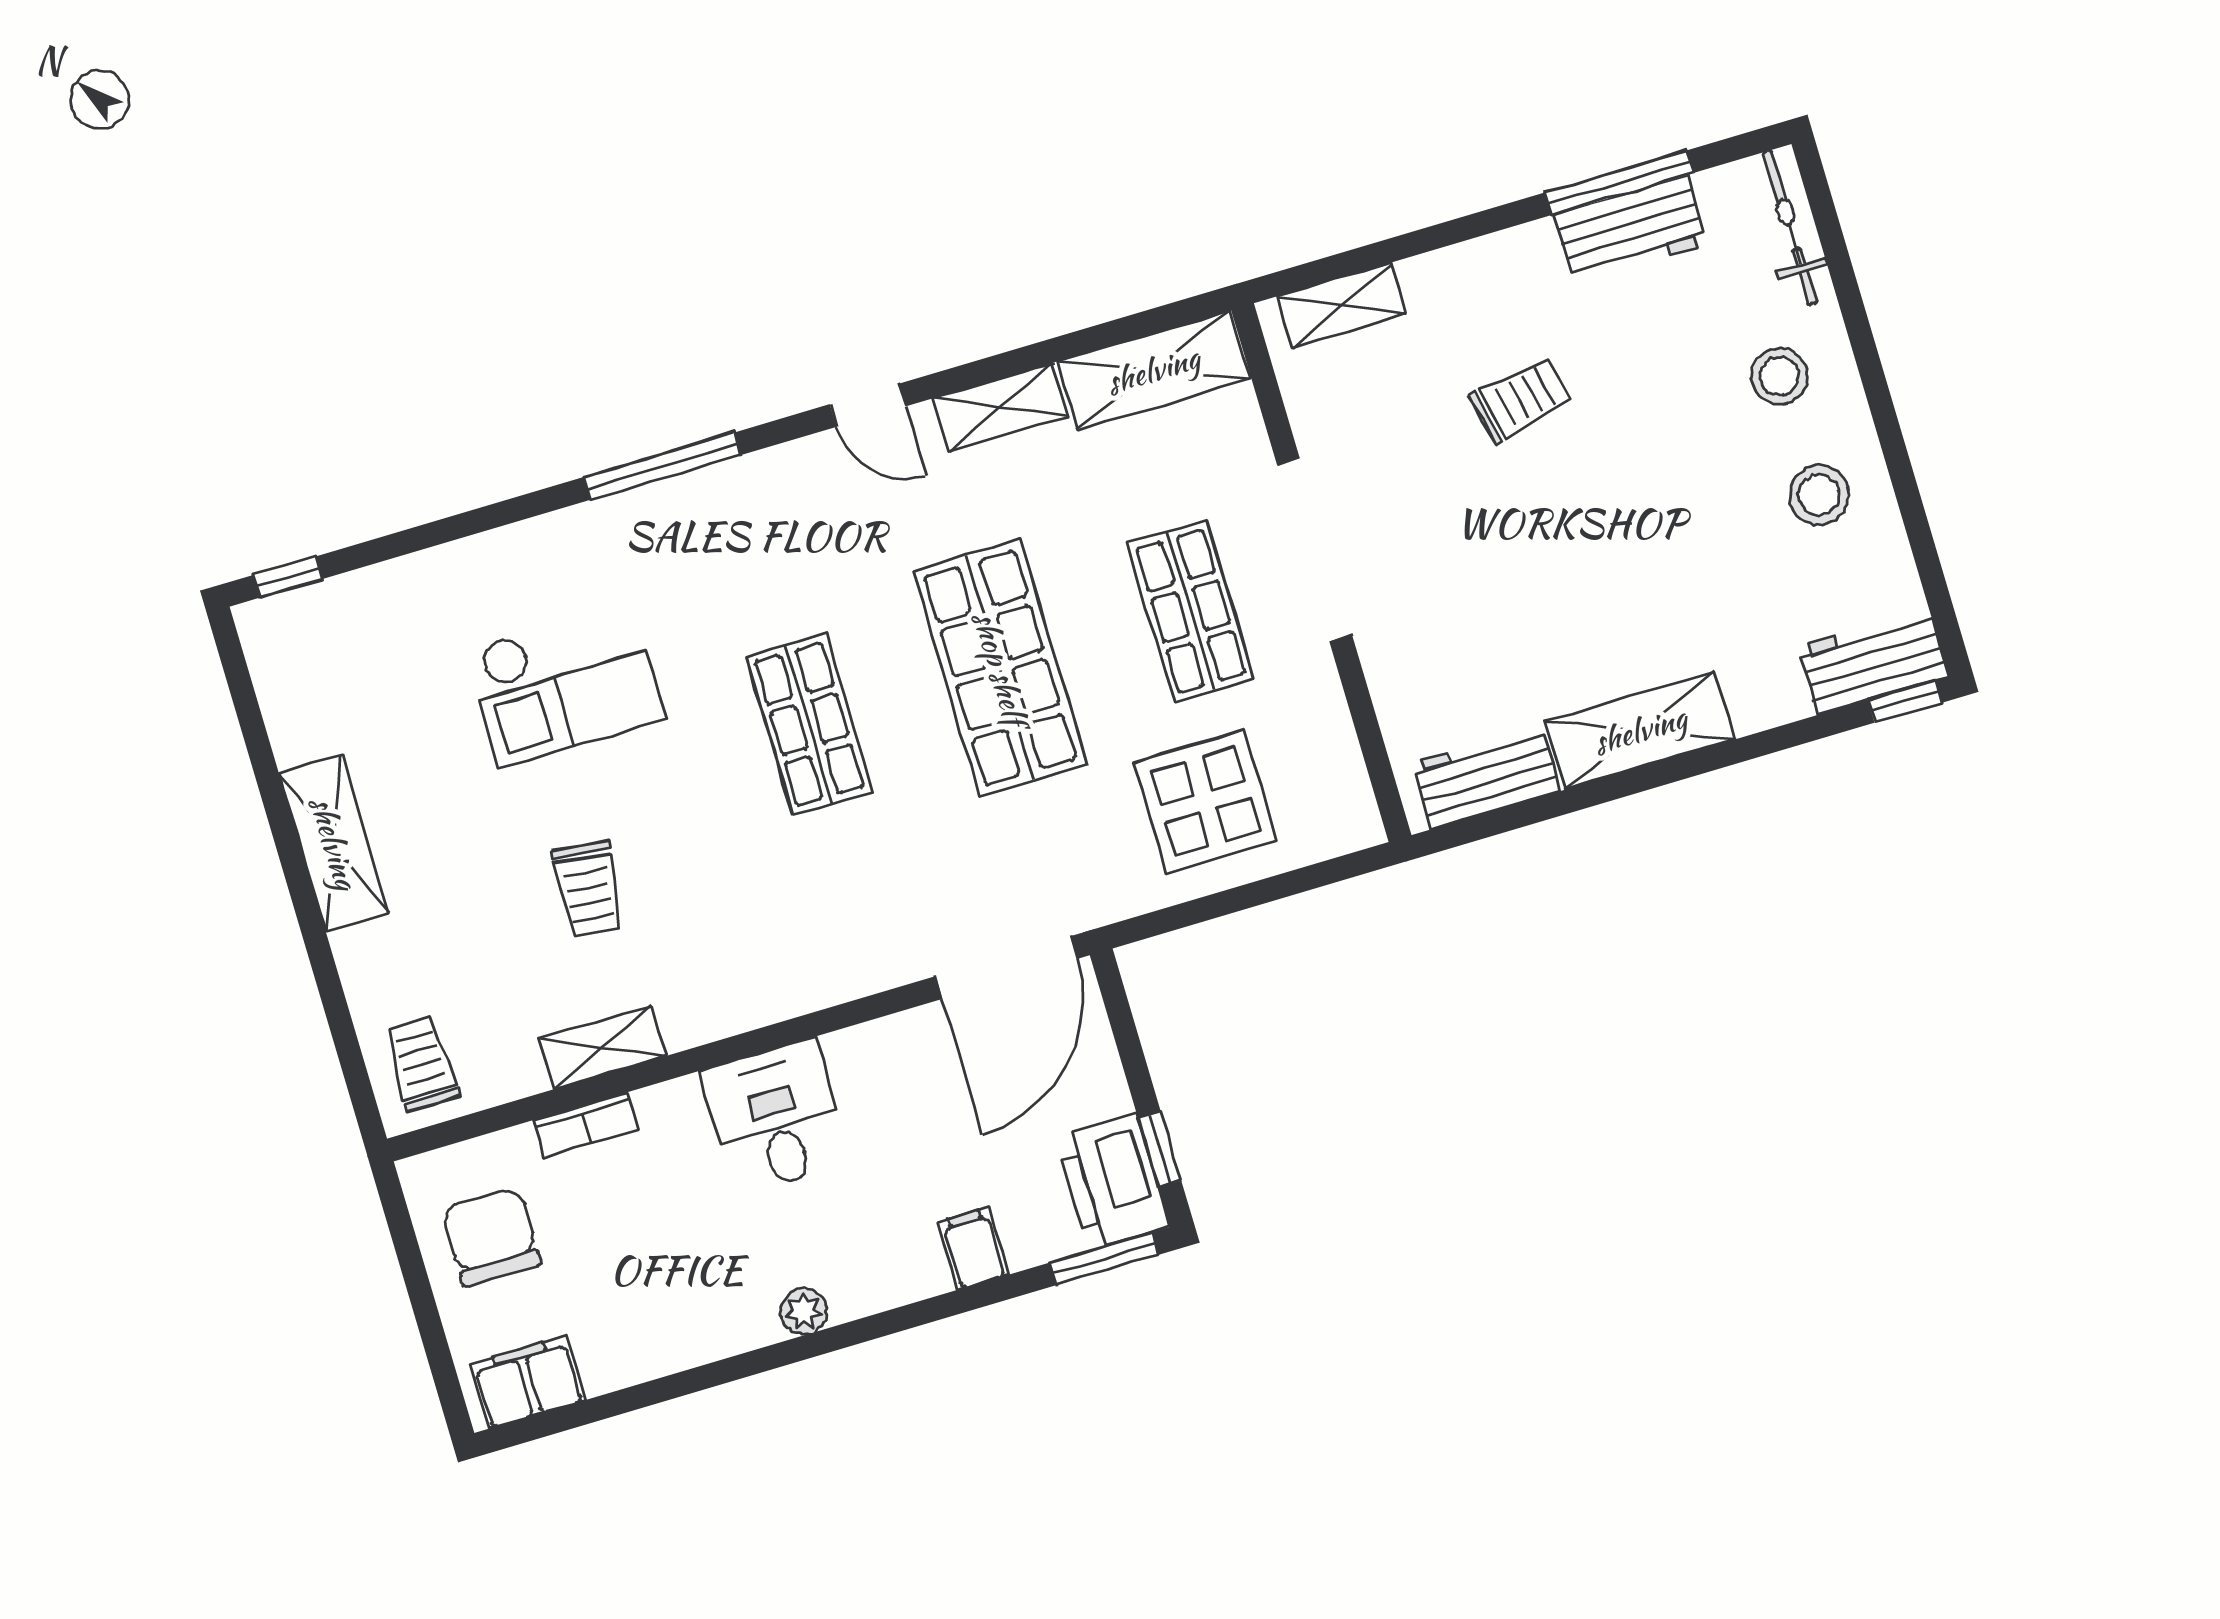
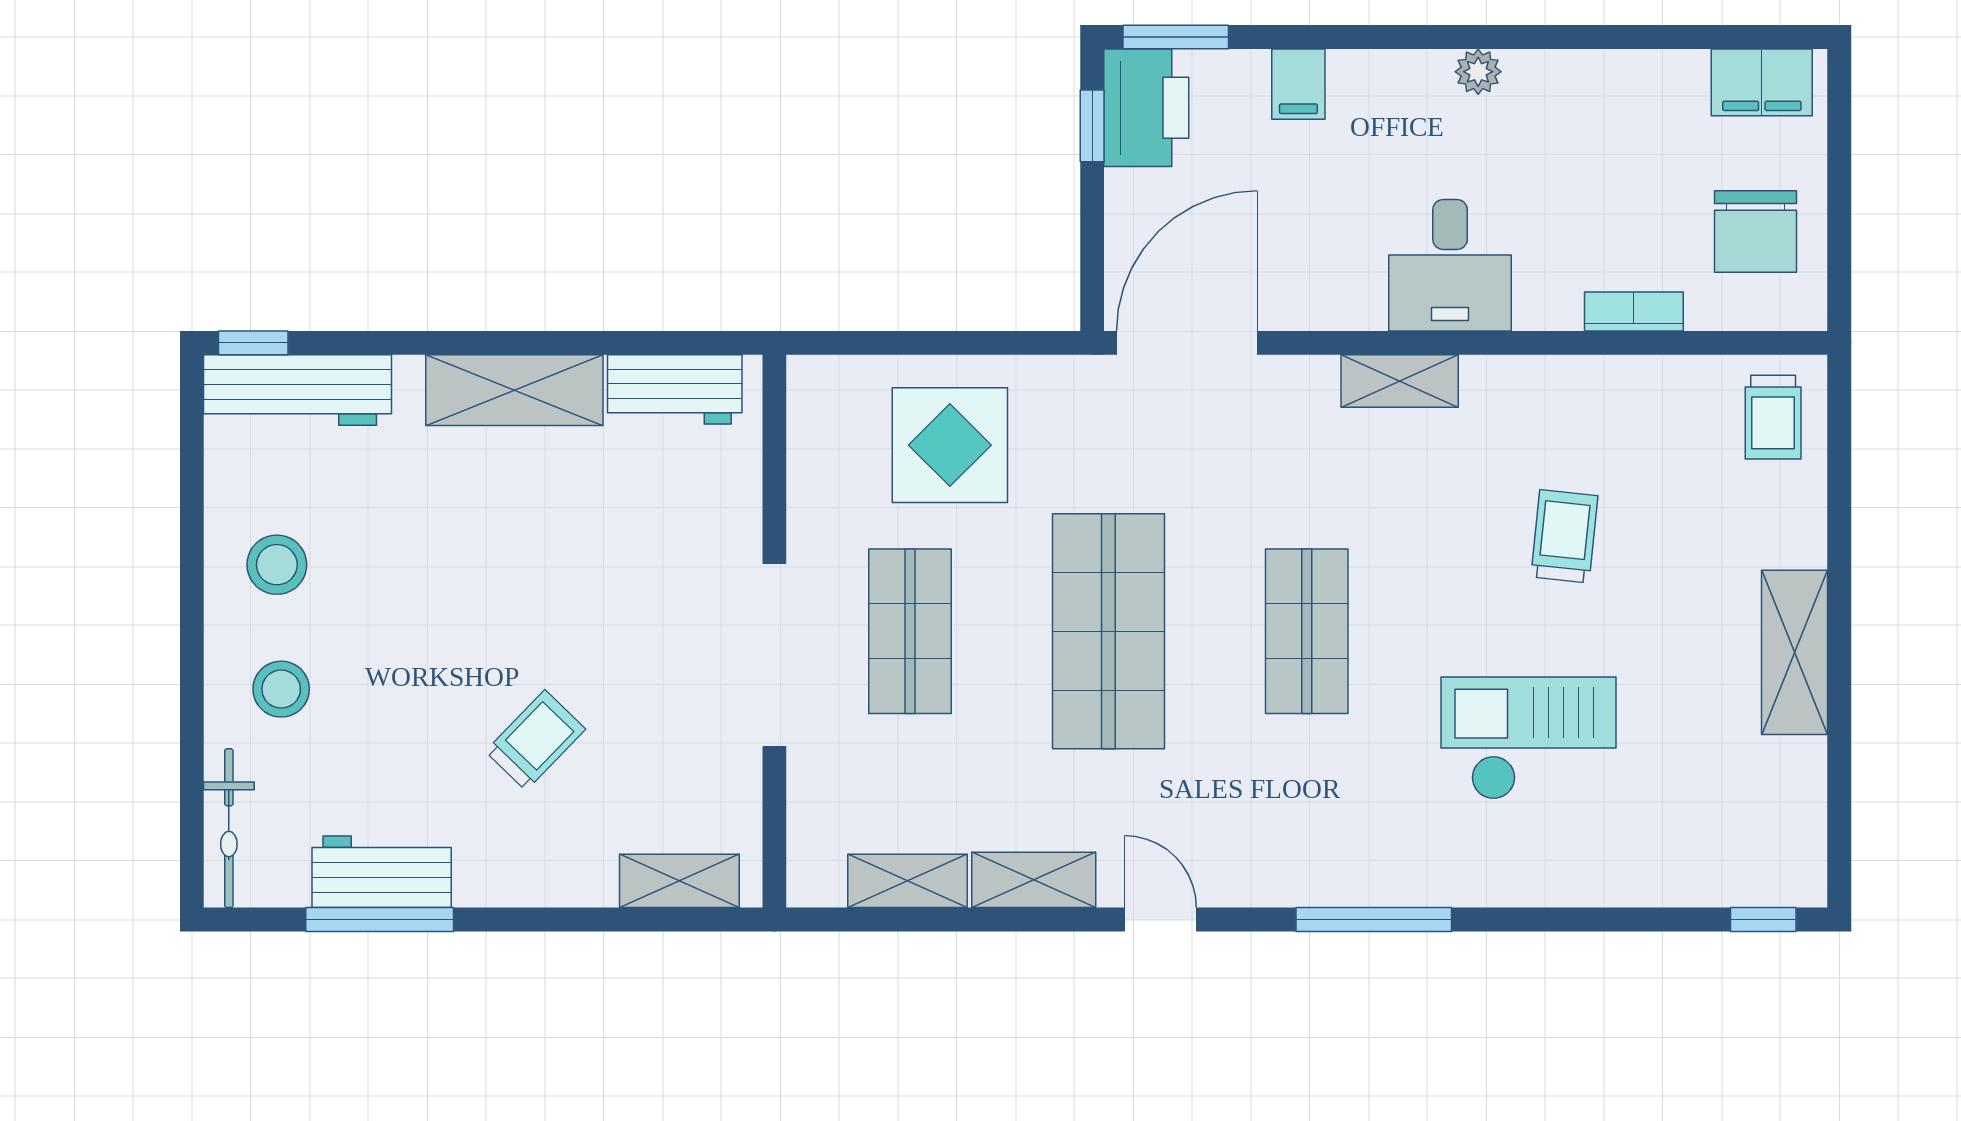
shelving: (1153, 370) -> (908, 881), width x0.67, depth x0.75
trolley: (1520, 400) -> (535, 740), turned 146
workbench: (1873, 661) -> (298, 390), width x1.38
shelving: (602, 1047) -> (1400, 381), moved

